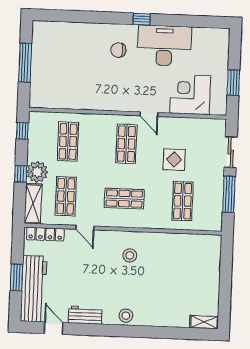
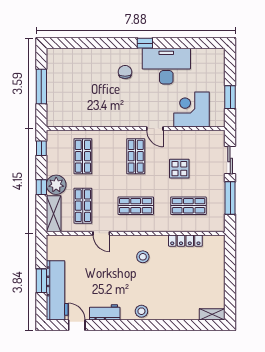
chair: (118, 50) -> (125, 72), turned 90
shop shelf: (183, 201) -> (188, 206), turned 90
locker: (45, 234) -> (185, 241), moved

